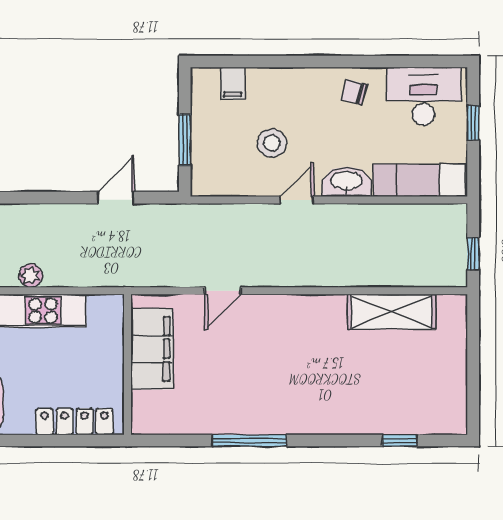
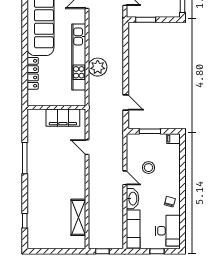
filing cabinet: (233, 83) -> (173, 139), moved
plant: (31, 276) -> (98, 67), width x1.88, depth x1.88
locker: (75, 422) -> (33, 73), moved

